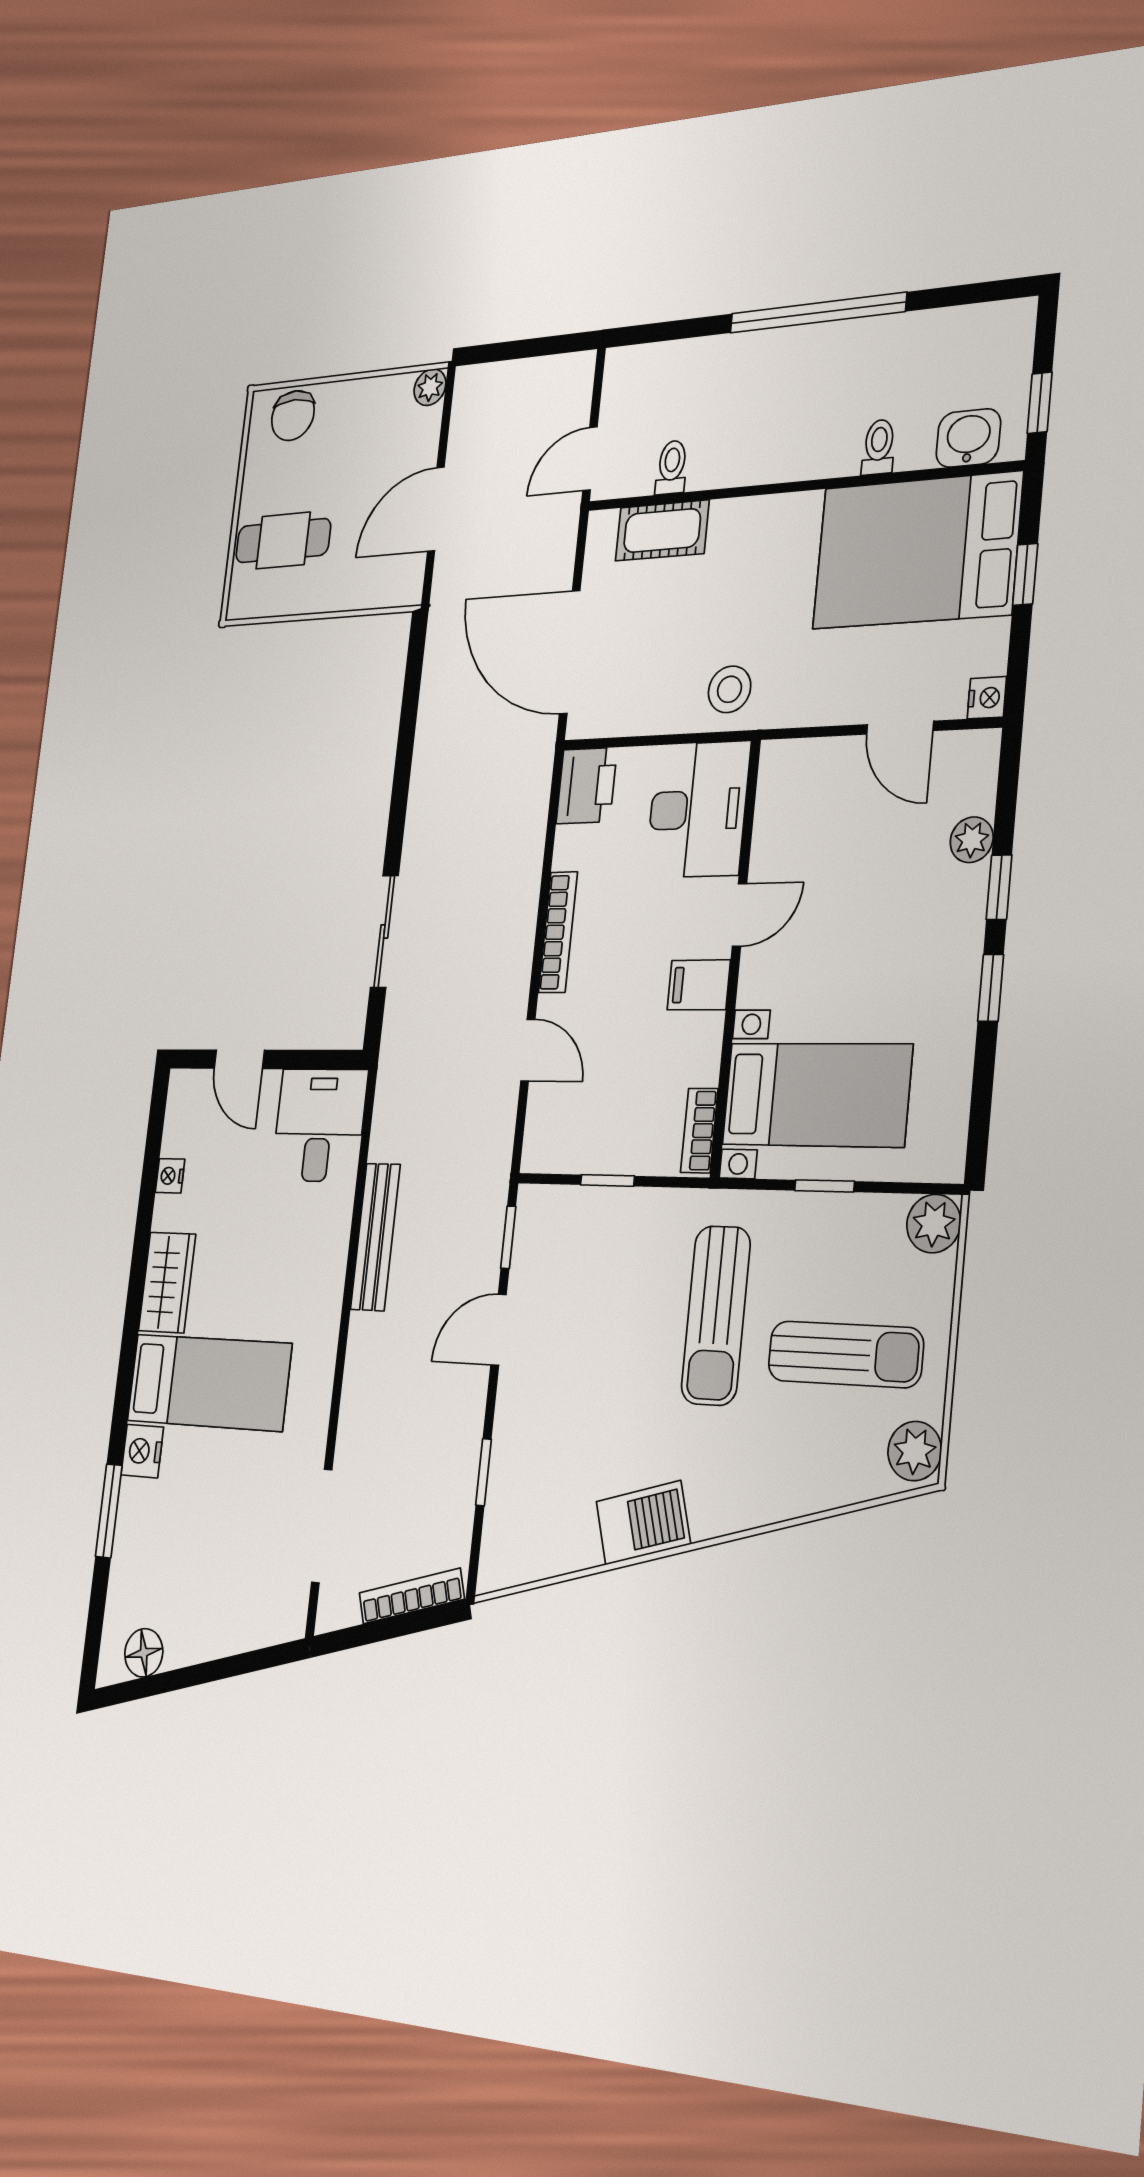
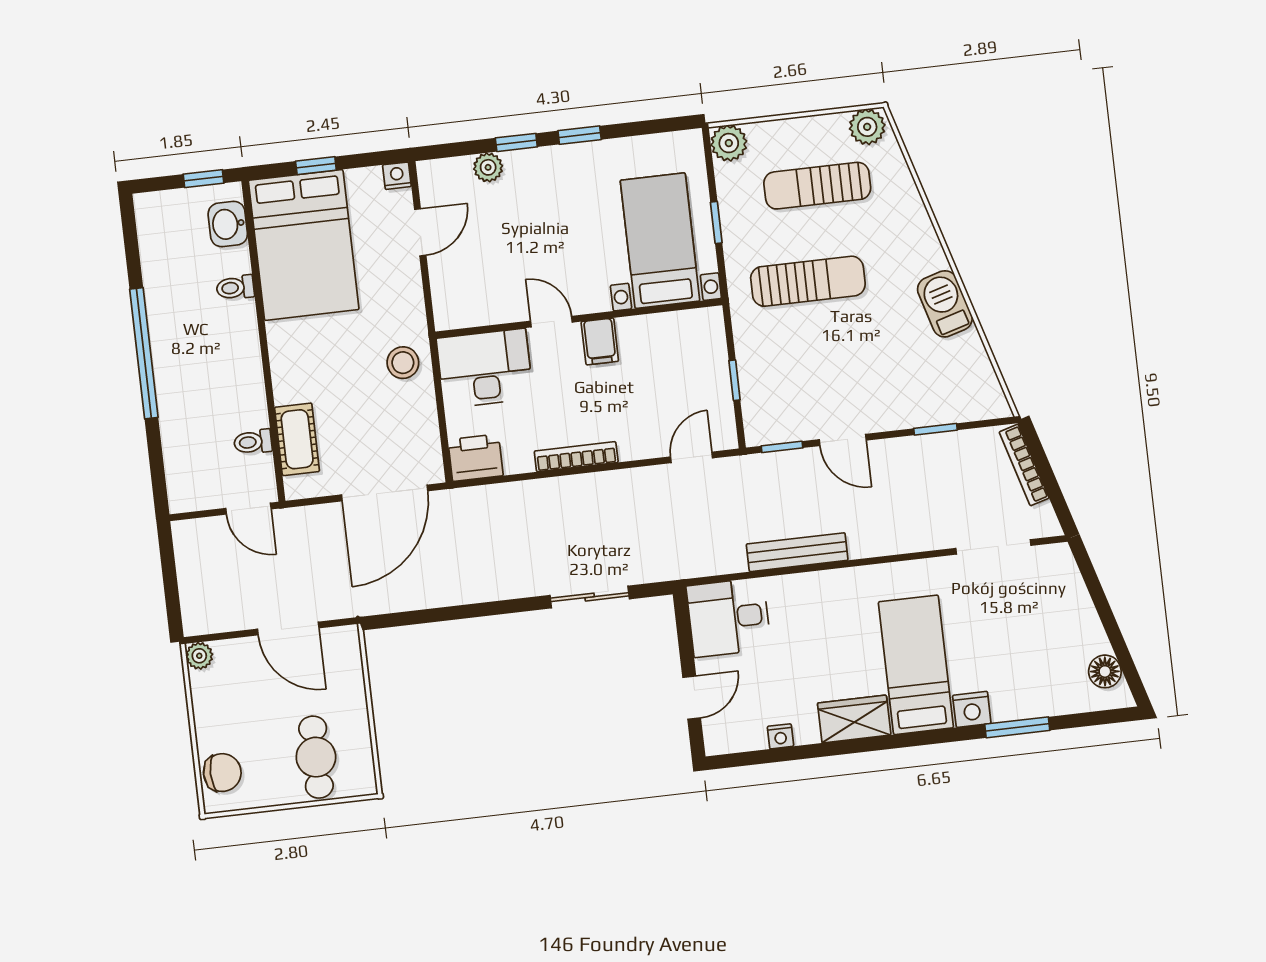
door: (528, 1050) -> (691, 457), moved
bookcase: (699, 1131) -> (693, 320), removed
sun lounger: (845, 1354) -> (817, 186), turned -90

